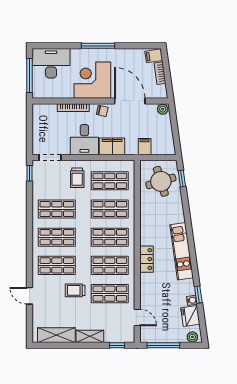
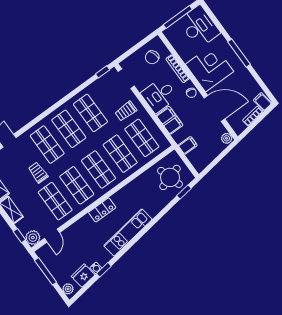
door: (130, 101) -> (214, 108), hinge flipped
chair: (48, 122) -> (152, 57), added
plant: (127, 335) -> (33, 238), added

